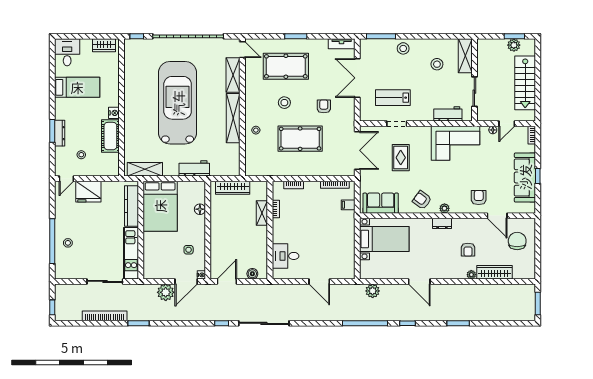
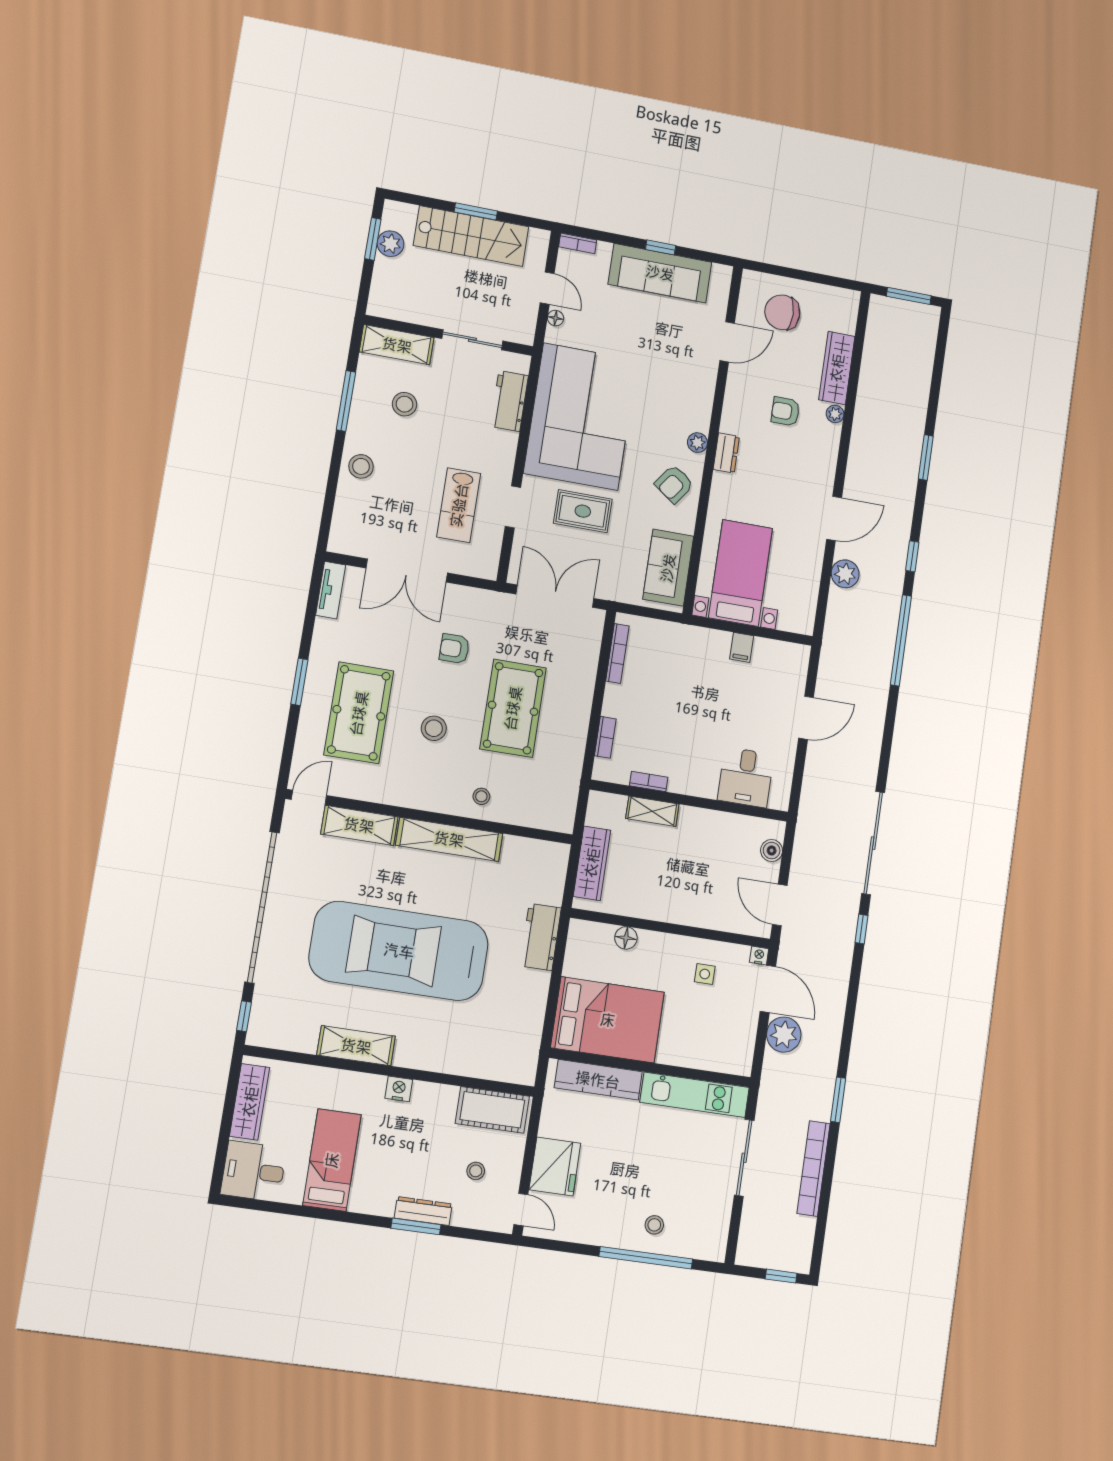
window: (381, 36) -> (346, 401), moved
wardrobe: (104, 45) -> (250, 1102), width x1.50
window: (538, 83) -> (476, 211), added
cot: (110, 136) -> (492, 1110), moved
corner sofa: (455, 143) -> (581, 417), width x1.36, depth x1.36
shelving: (145, 169) -> (356, 1046), moved, turned 90
armchair: (479, 198) -> (686, 371), removed
filing cabinet: (348, 205) -> (742, 647), moved
armchair: (468, 250) -> (785, 411), turned 180
plant: (373, 291) -> (845, 574), moved

